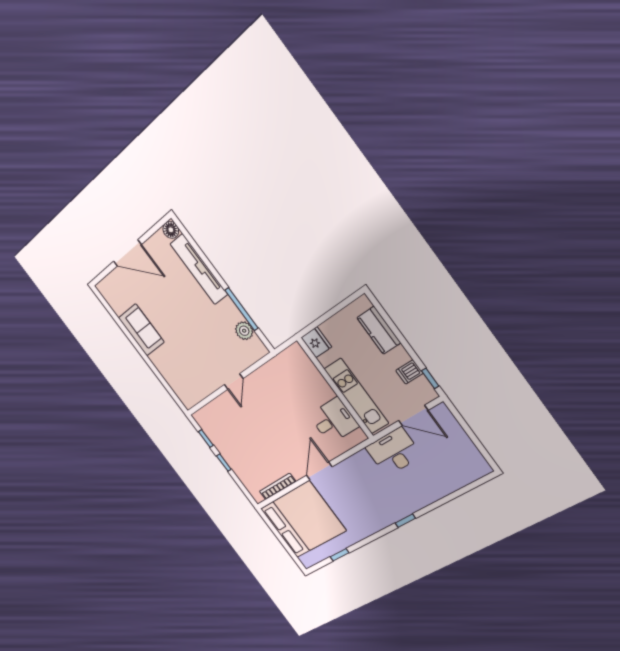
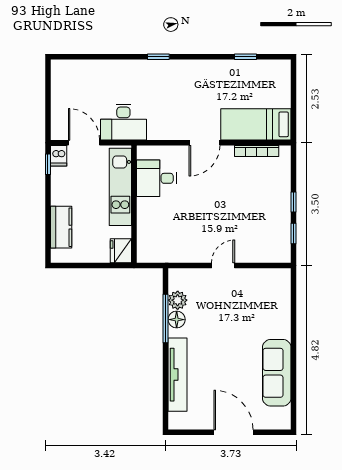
floor lamp: (171, 230) -> (177, 320), moved
sofa: (141, 330) -> (277, 373), width x1.36
dishwasher: (409, 372) -> (59, 156), moved, turned 90
bed: (303, 519) -> (256, 124), width x0.49

